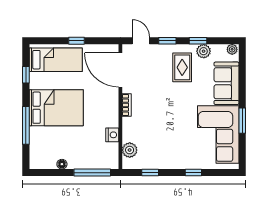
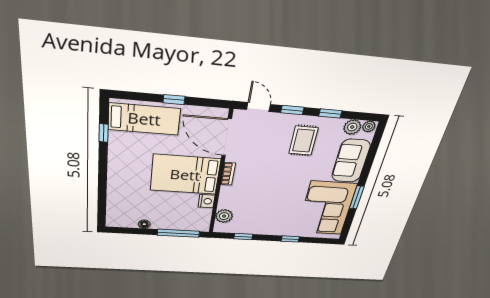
plant: (204, 51) -> (352, 127), moved
bed: (56, 108) -> (185, 175), moved, turned 180
window: (26, 125) -> (102, 186), removed

